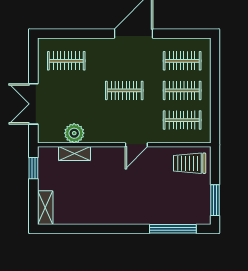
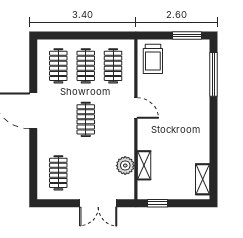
shelving: (45, 208) -> (203, 179), moved, turned 90

